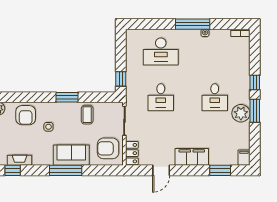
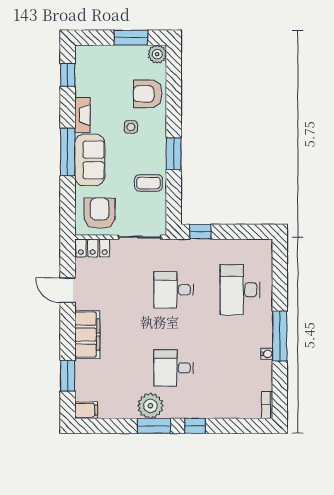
fireplace: (20, 160) -> (82, 115), moved

